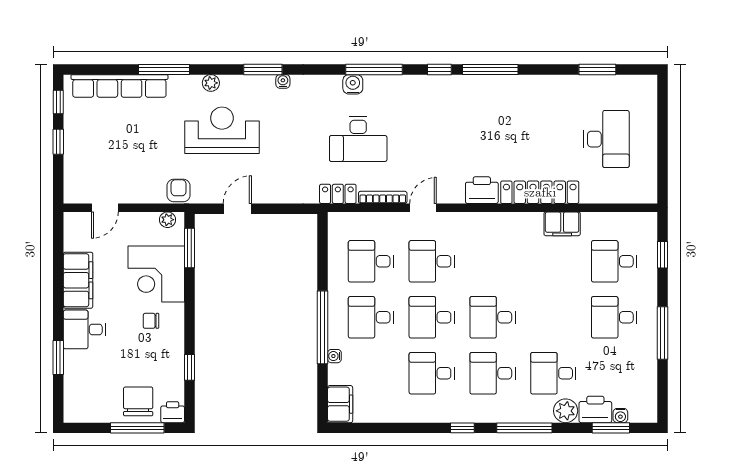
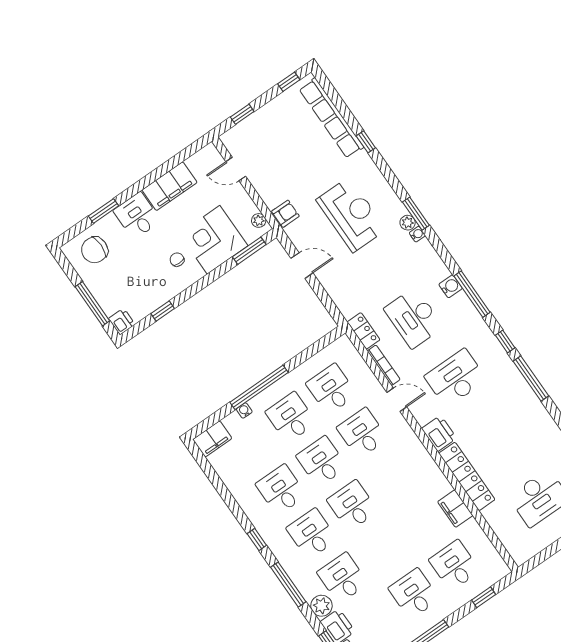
window: (164, 69) -> (366, 142), width x0.46
plant: (211, 83) -> (408, 223), moved
desk: (441, 139) -> (455, 378), added
window: (58, 142) -> (242, 114), moved
chair: (138, 401) -> (95, 250), moved, turned 180

